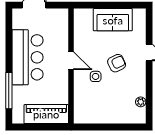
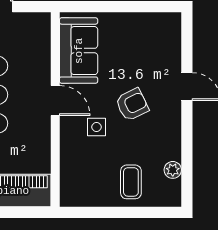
sofa: (113, 20) -> (79, 51), moved, turned -90
coffee table: (116, 109) -> (131, 182), added

